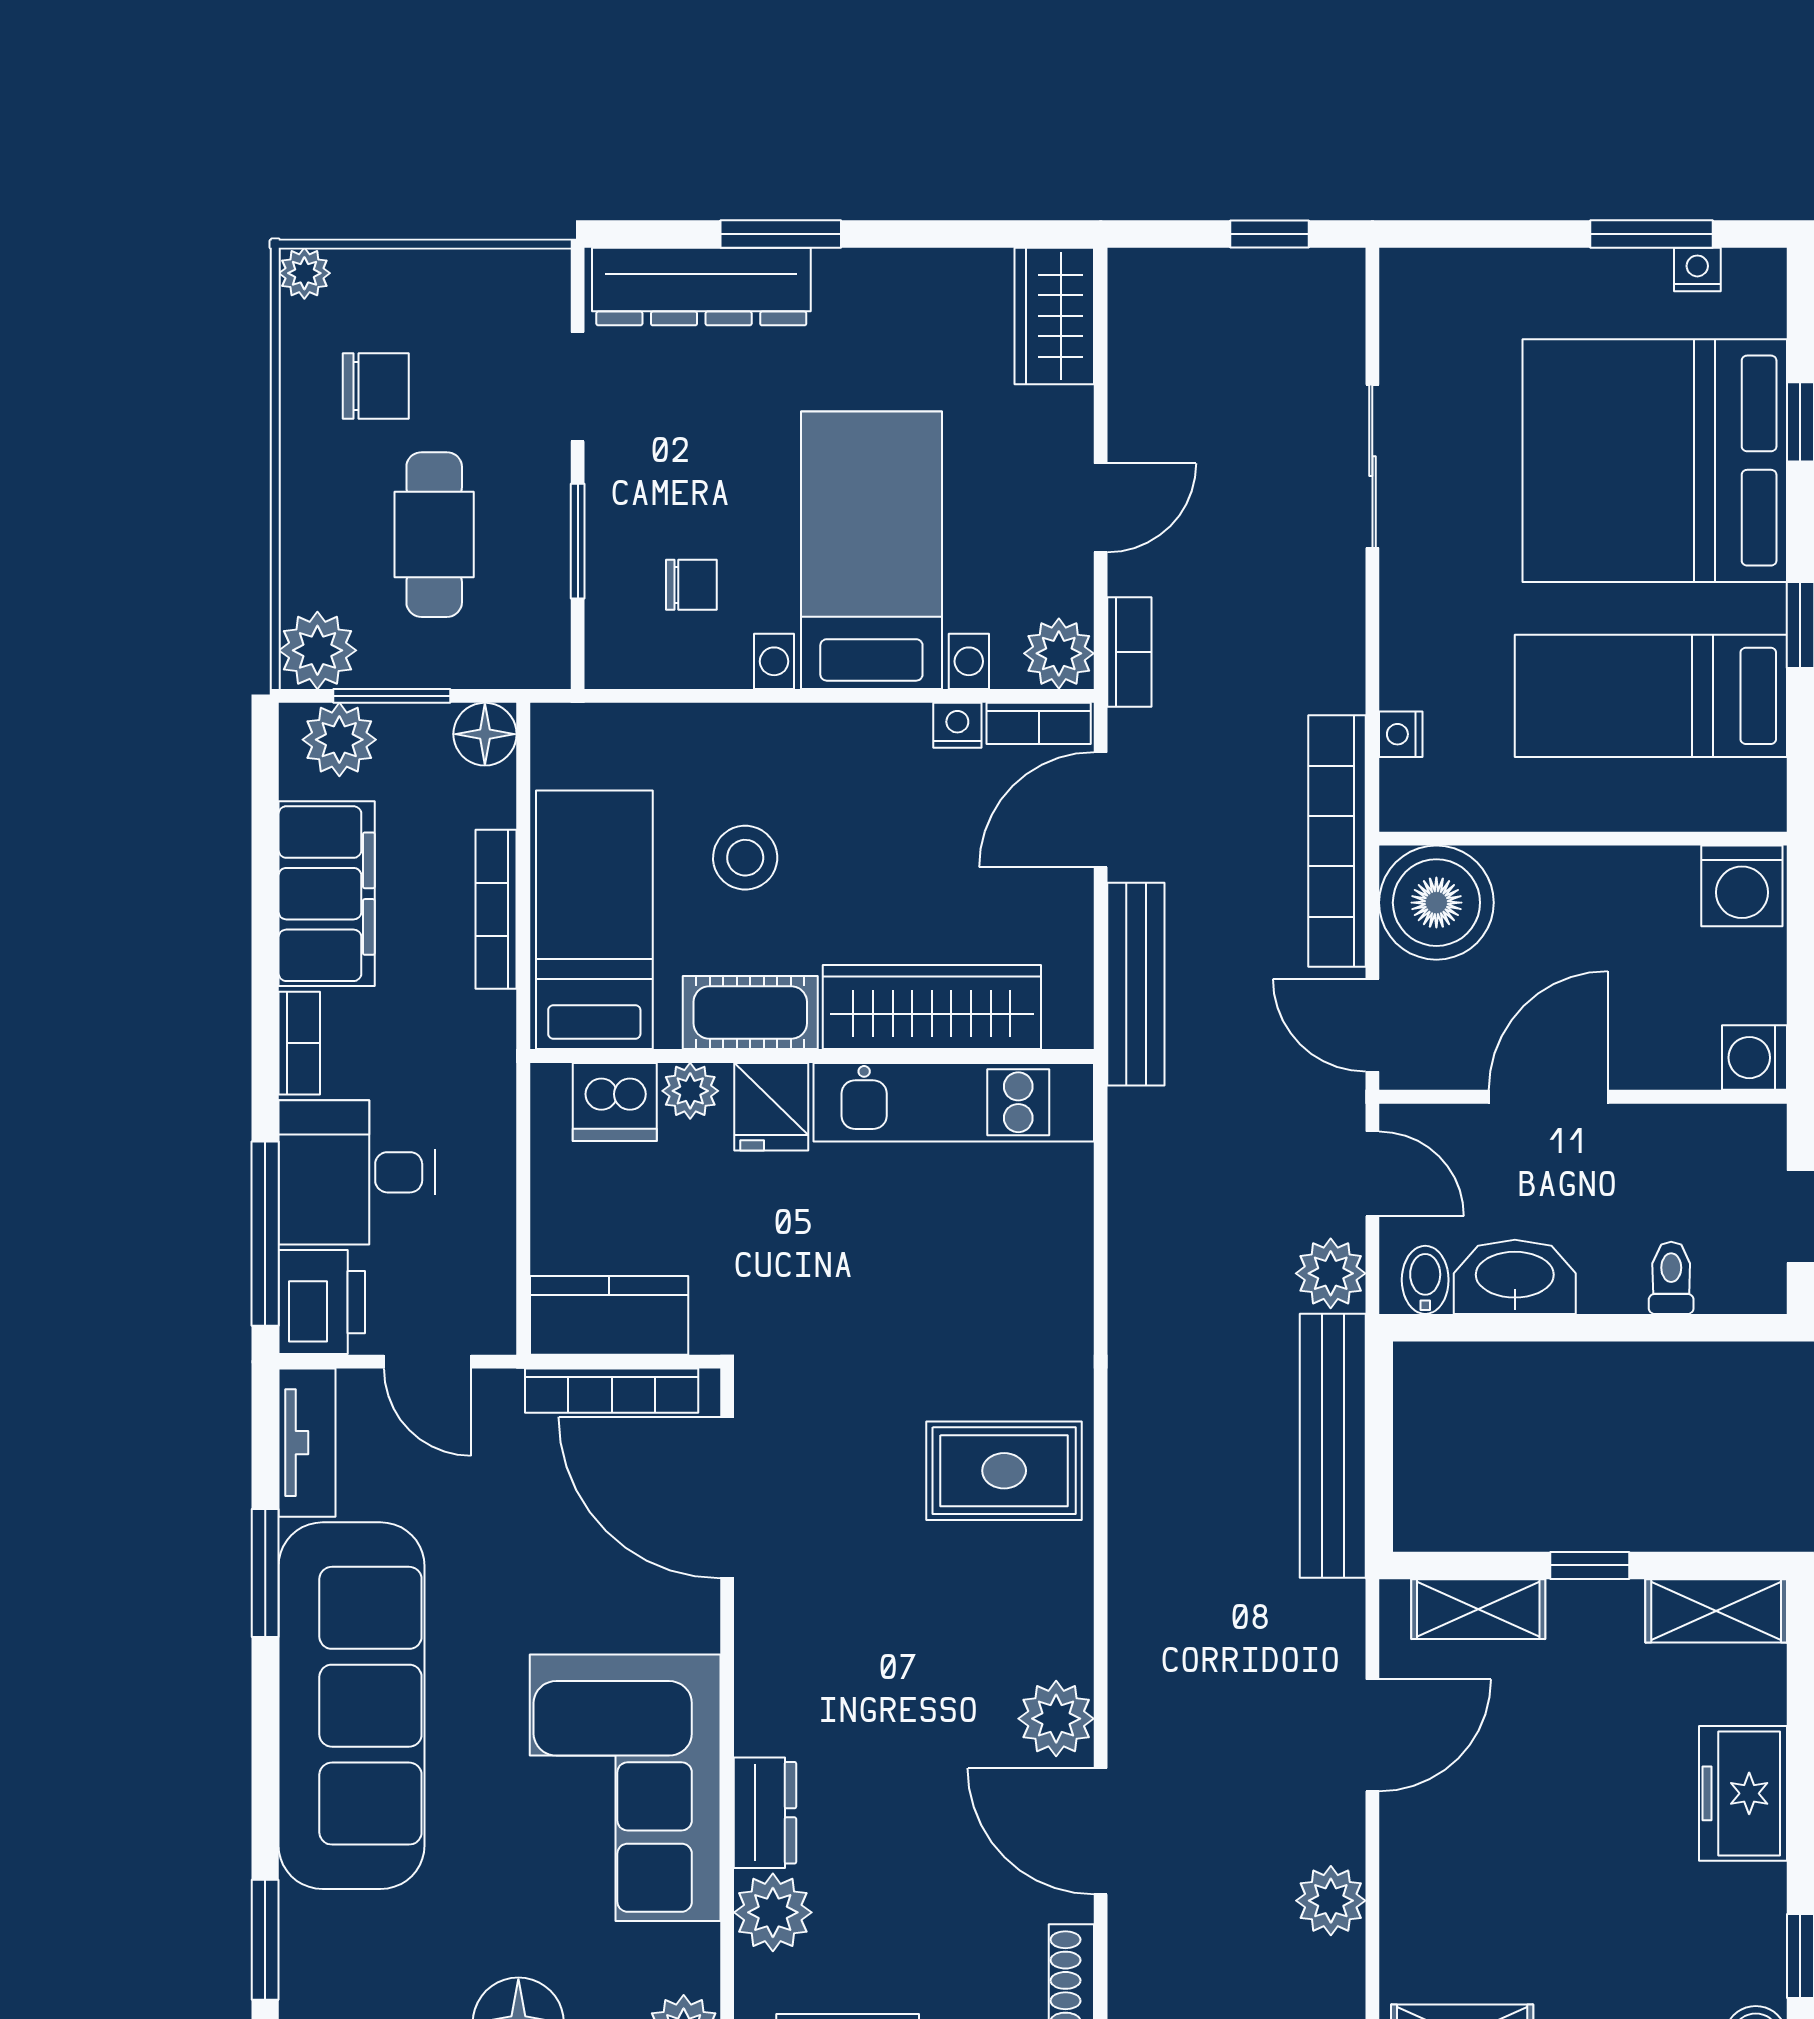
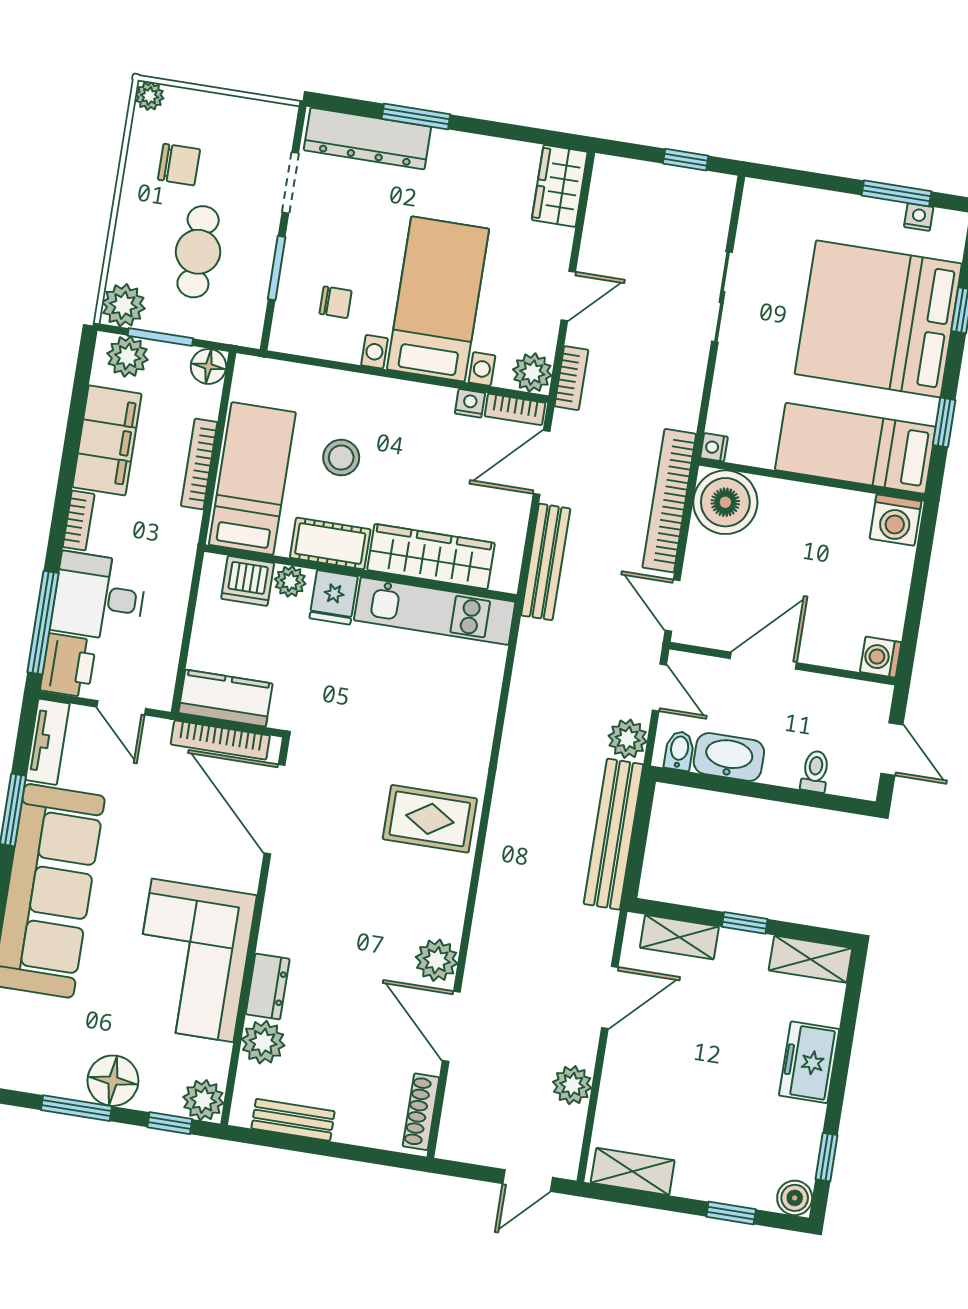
wall: (1583, 839) -> (812, 480), moved
washing machine: (1742, 886) -> (895, 520), moved
boiler: (1436, 903) -> (725, 502), moved

